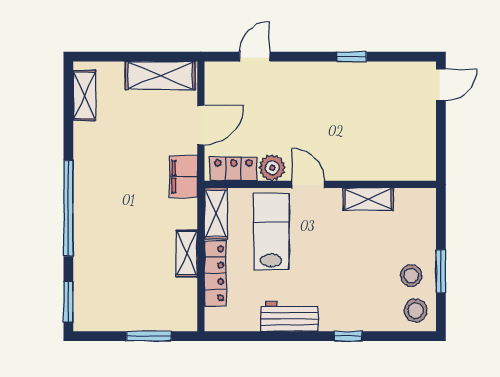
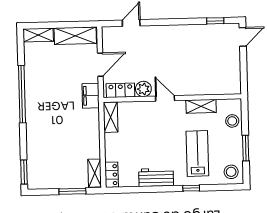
window: (352, 57) -> (215, 21), moved
shelving: (84, 95) -> (38, 35), moved, turned 90
window: (68, 208) -> (22, 94), moved
lab bench: (271, 231) -> (197, 154), moved
shelving: (187, 253) -> (95, 173), moved
locker: (215, 273) -> (112, 175), moved, width x0.66
stool: (411, 275) -> (232, 121), moved

